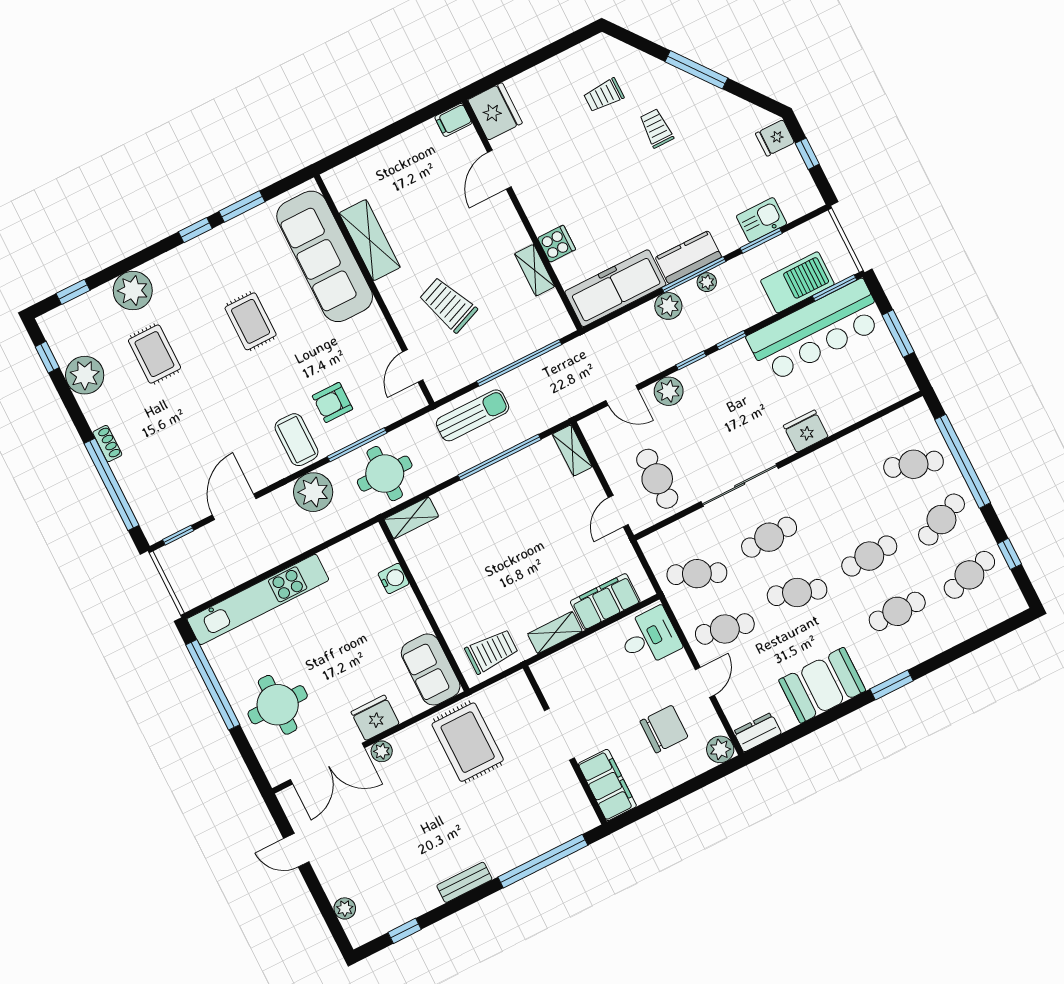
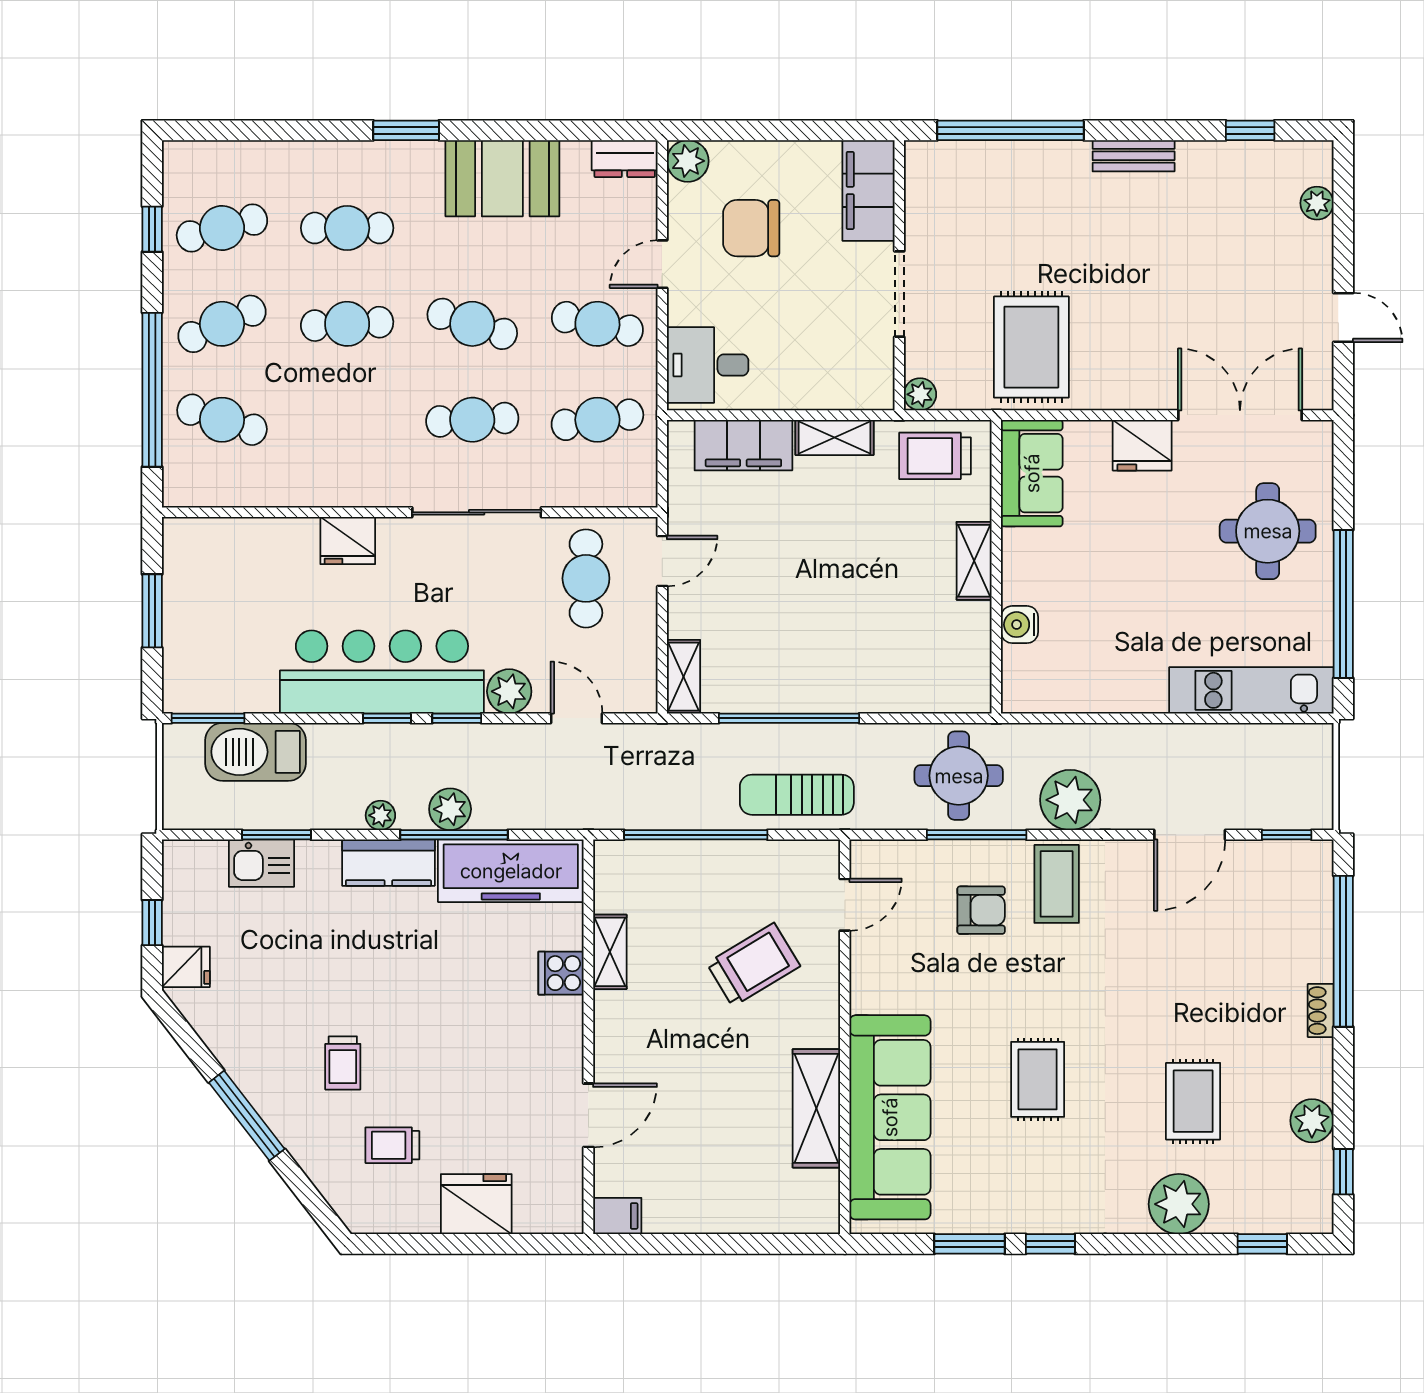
trolley: (604, 95) -> (392, 1145), turned 180
fridge: (495, 111) -> (476, 1204), moved, turned 90
window: (694, 275) -> (454, 835), moved
trolley: (448, 305) -> (753, 965), turned -99
bar counter: (816, 331) -> (382, 672), moved
plant: (85, 375) -> (1312, 1121), width x0.73, depth x0.73
shelving: (411, 518) -> (974, 561), moved, turned 90
cafe table: (697, 574) -> (597, 420), turned -33
kitchen unit: (258, 599) -> (1251, 690), width x0.73
plant: (382, 751) -> (920, 394), moved

